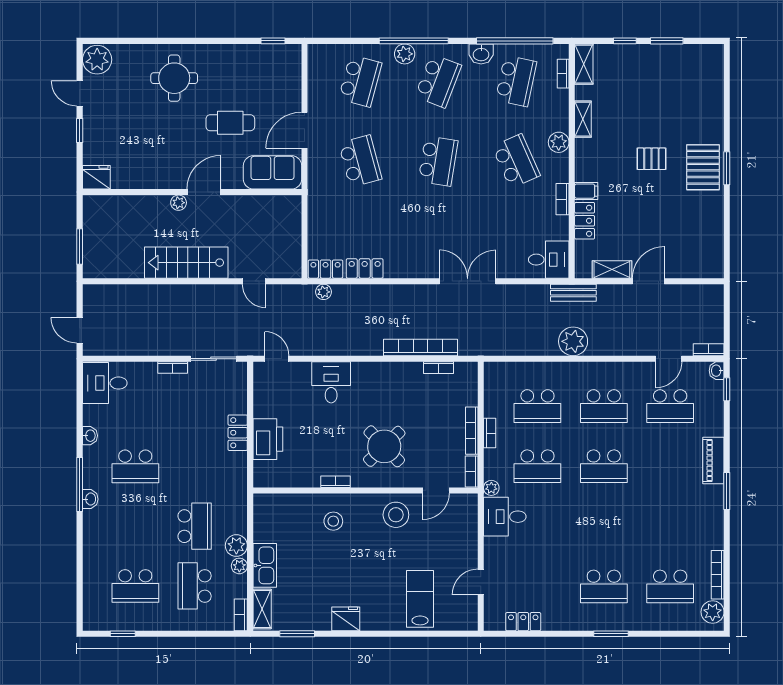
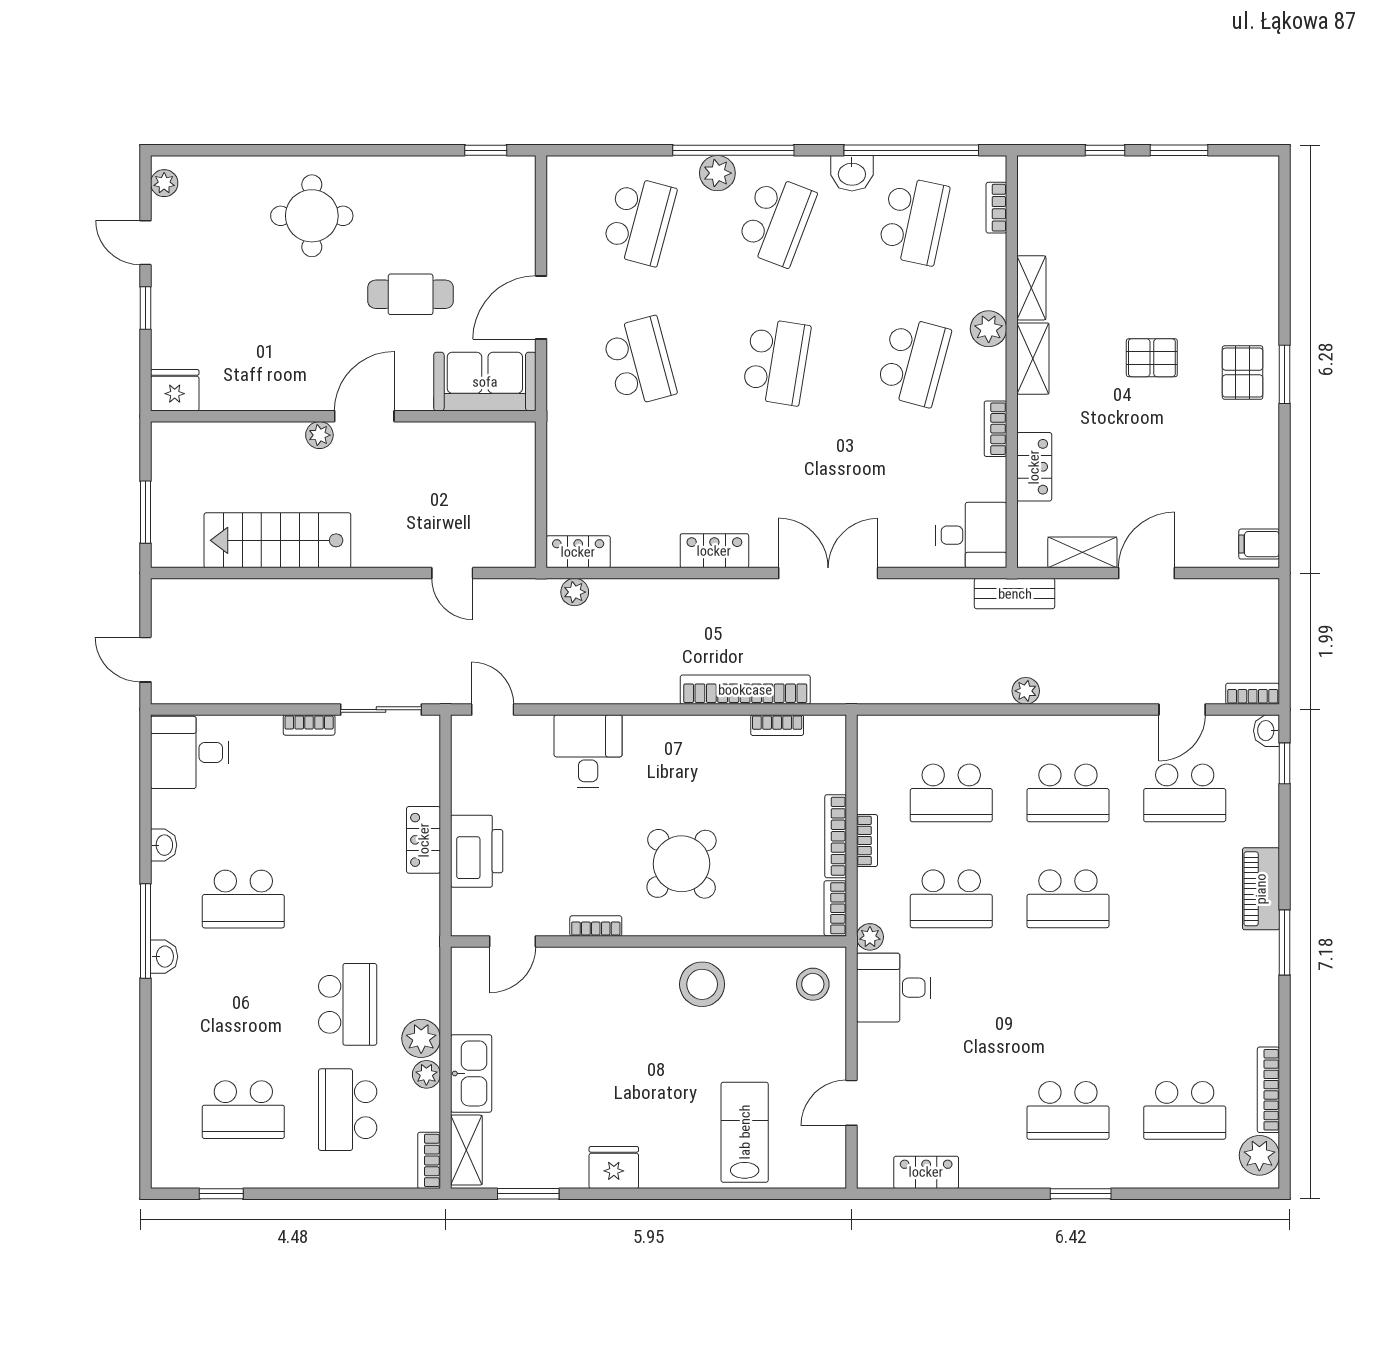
plant: (97, 60) -> (164, 183), width x0.53, depth x0.53
shelving: (584, 64) -> (1033, 359), moved
school desk: (516, 161) -> (914, 362), turned 39
pallet: (703, 167) -> (1243, 373), width x0.67, depth x0.71
filing cabinet: (586, 191) -> (1259, 544), moved, turned 180
stairs: (186, 263) -> (277, 540), moved
locker: (365, 268) -> (714, 551), moved
plant: (573, 341) -> (1026, 691), width x0.53, depth x0.53
door: (436, 490) -> (513, 941), moved
stool: (333, 521) -> (813, 984), moved

